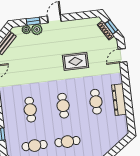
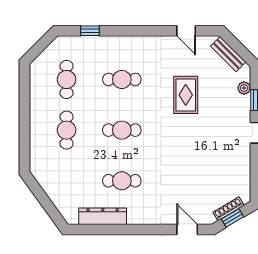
plant: (37, 29) -> (242, 104), removed
rug: (76, 61) -> (186, 95), moved
dresser: (119, 100) -> (103, 216), moved

